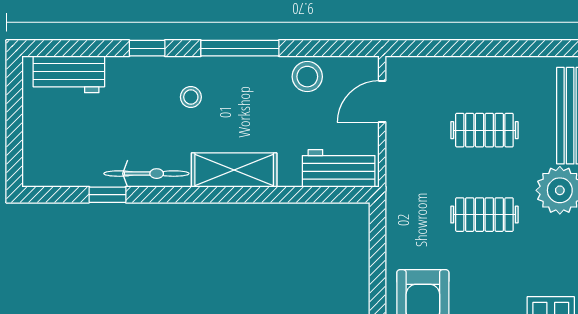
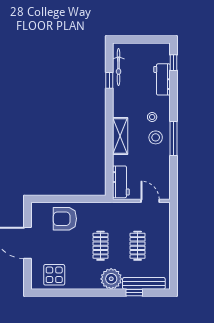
window: (147, 48) -> (174, 63), moved
workbench: (69, 74) -> (162, 79), moved
stool: (307, 77) -> (156, 137), moved
bicycle: (146, 174) -> (119, 67), moved

